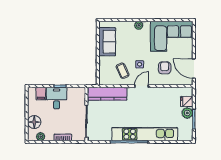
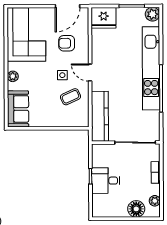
sofa: (107, 42) -> (18, 109), moved, turned 90
filing cabinet: (41, 94) -> (100, 201), removed
fridge: (187, 101) -> (104, 18), width x1.88, depth x1.34
plant: (187, 113) -> (152, 14), moved

